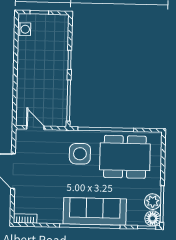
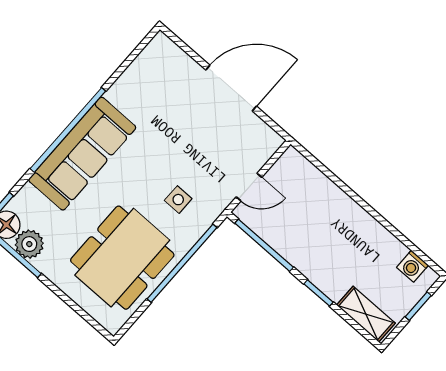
shelving: (62, 32) -> (366, 314), added
door: (35, 128) -> (249, 187), moved
side table: (80, 154) -> (178, 200), width x0.54, depth x0.54
bookcase: (25, 218) -> (152, 50), removed

